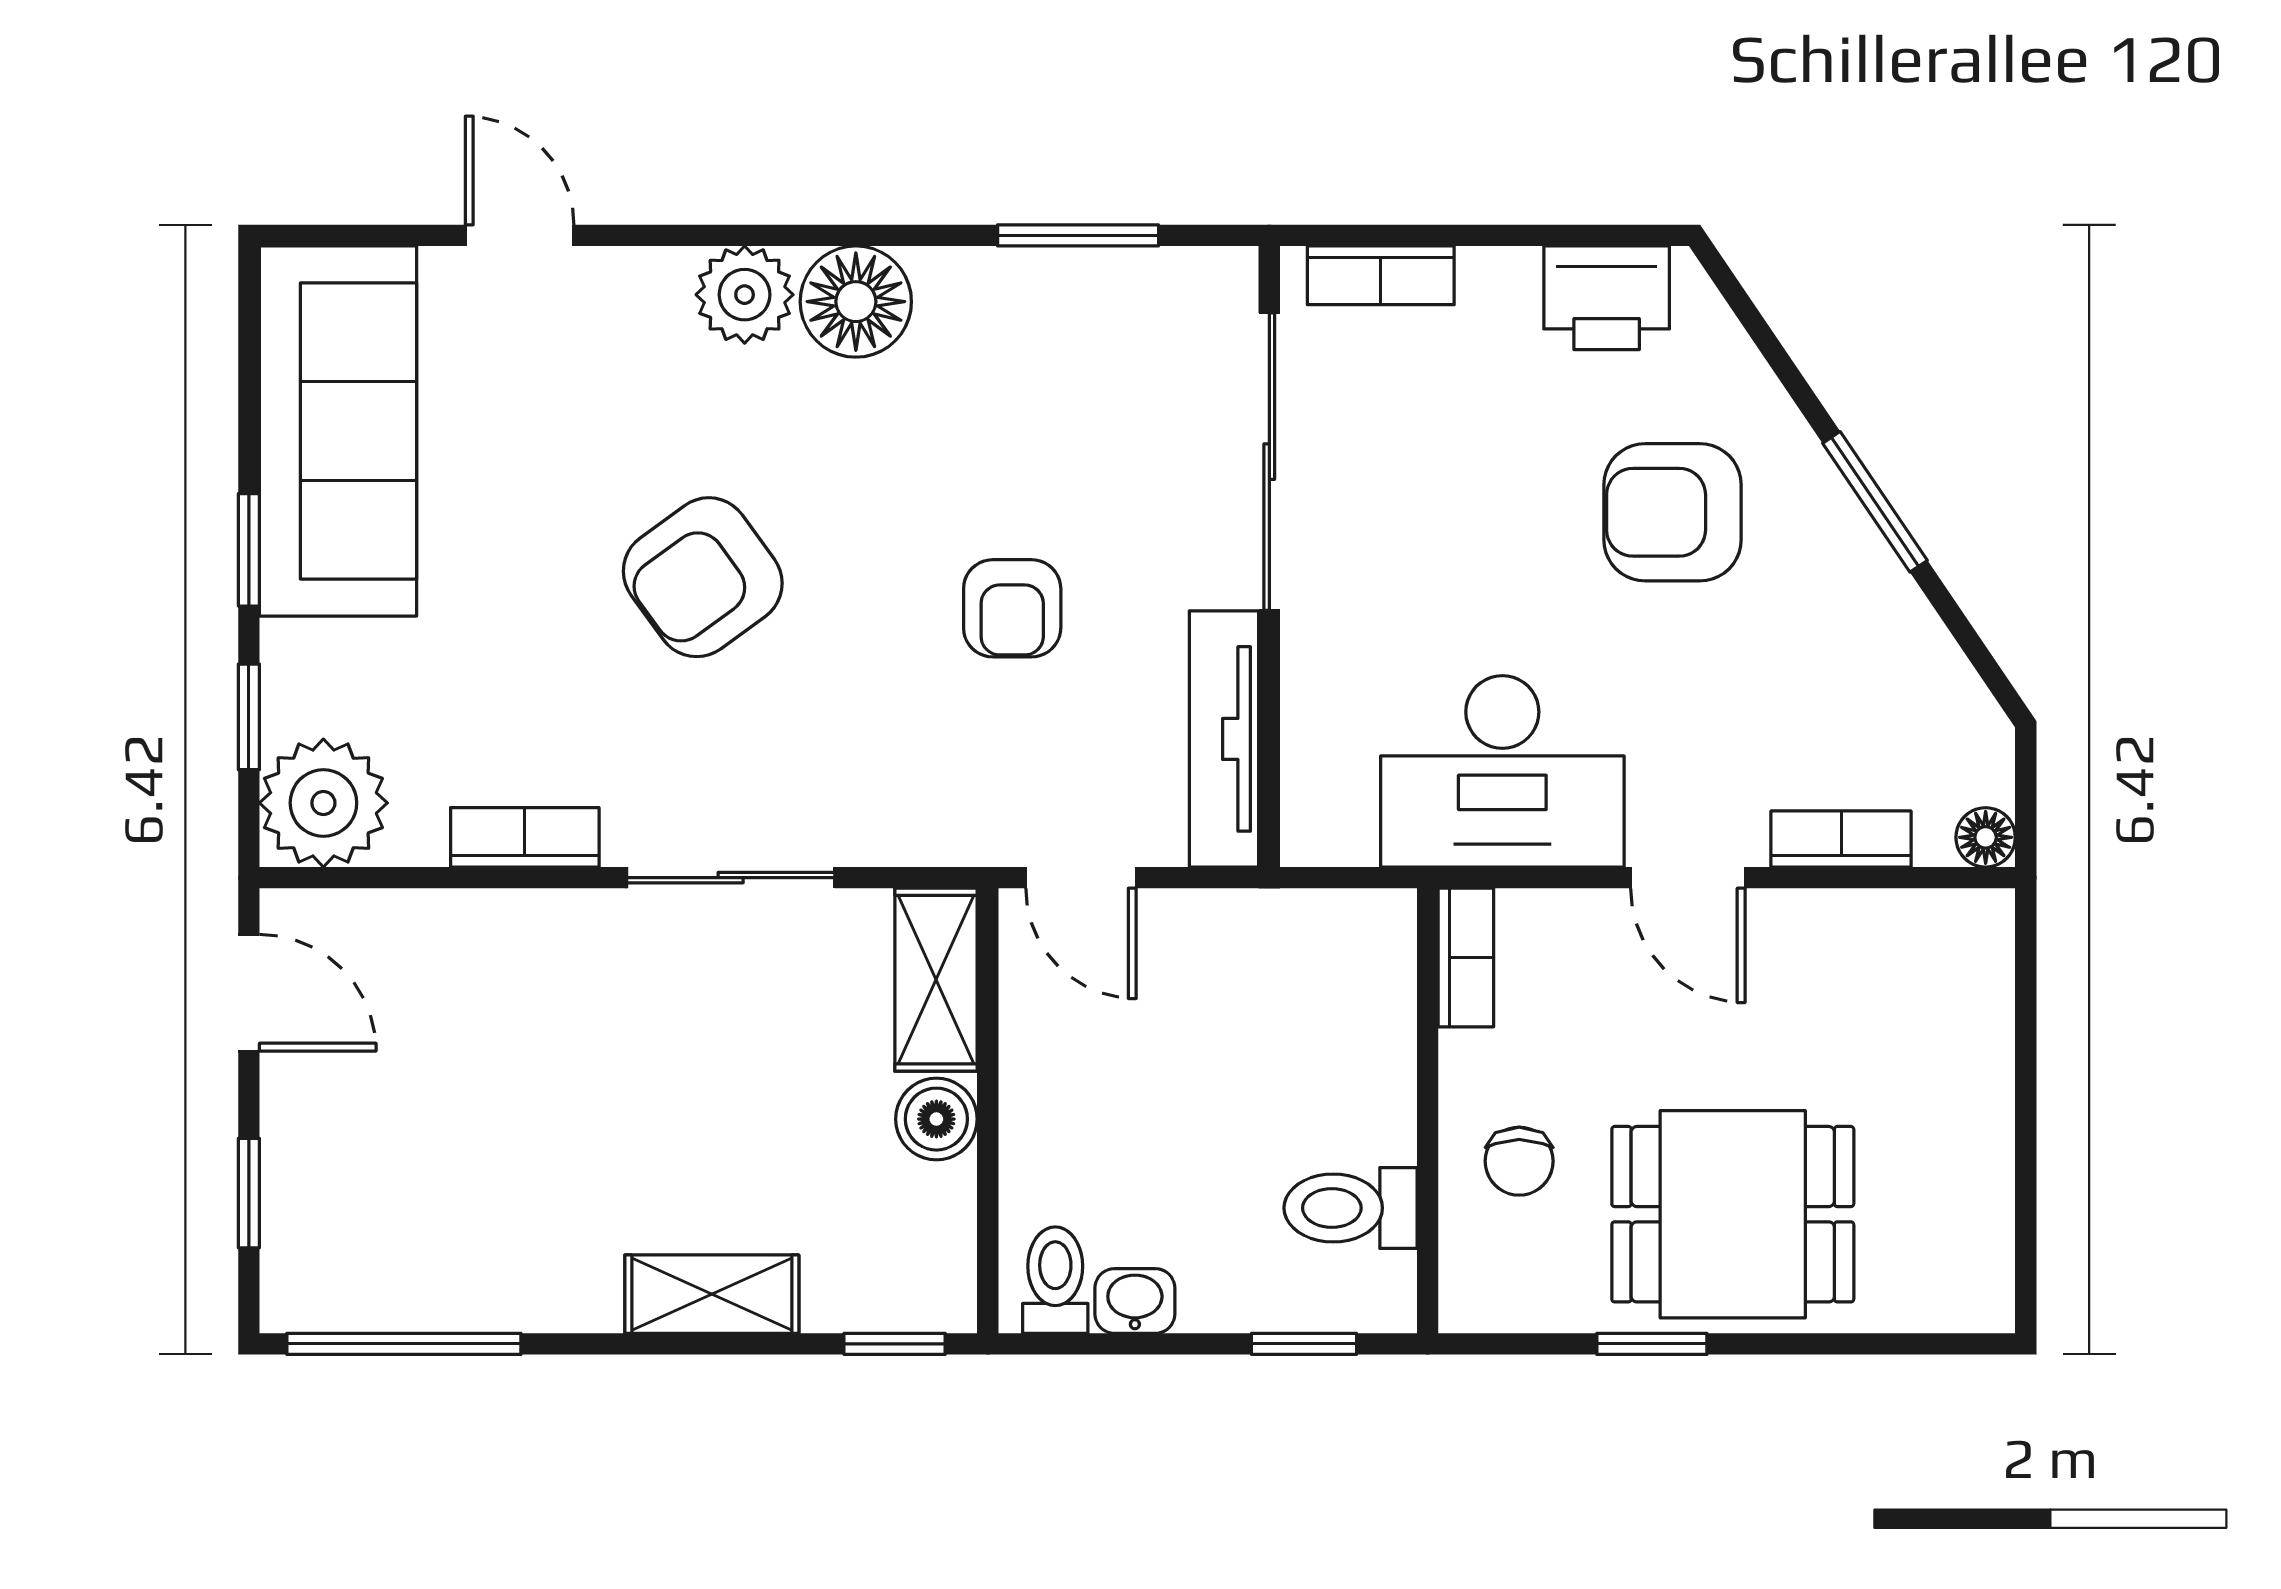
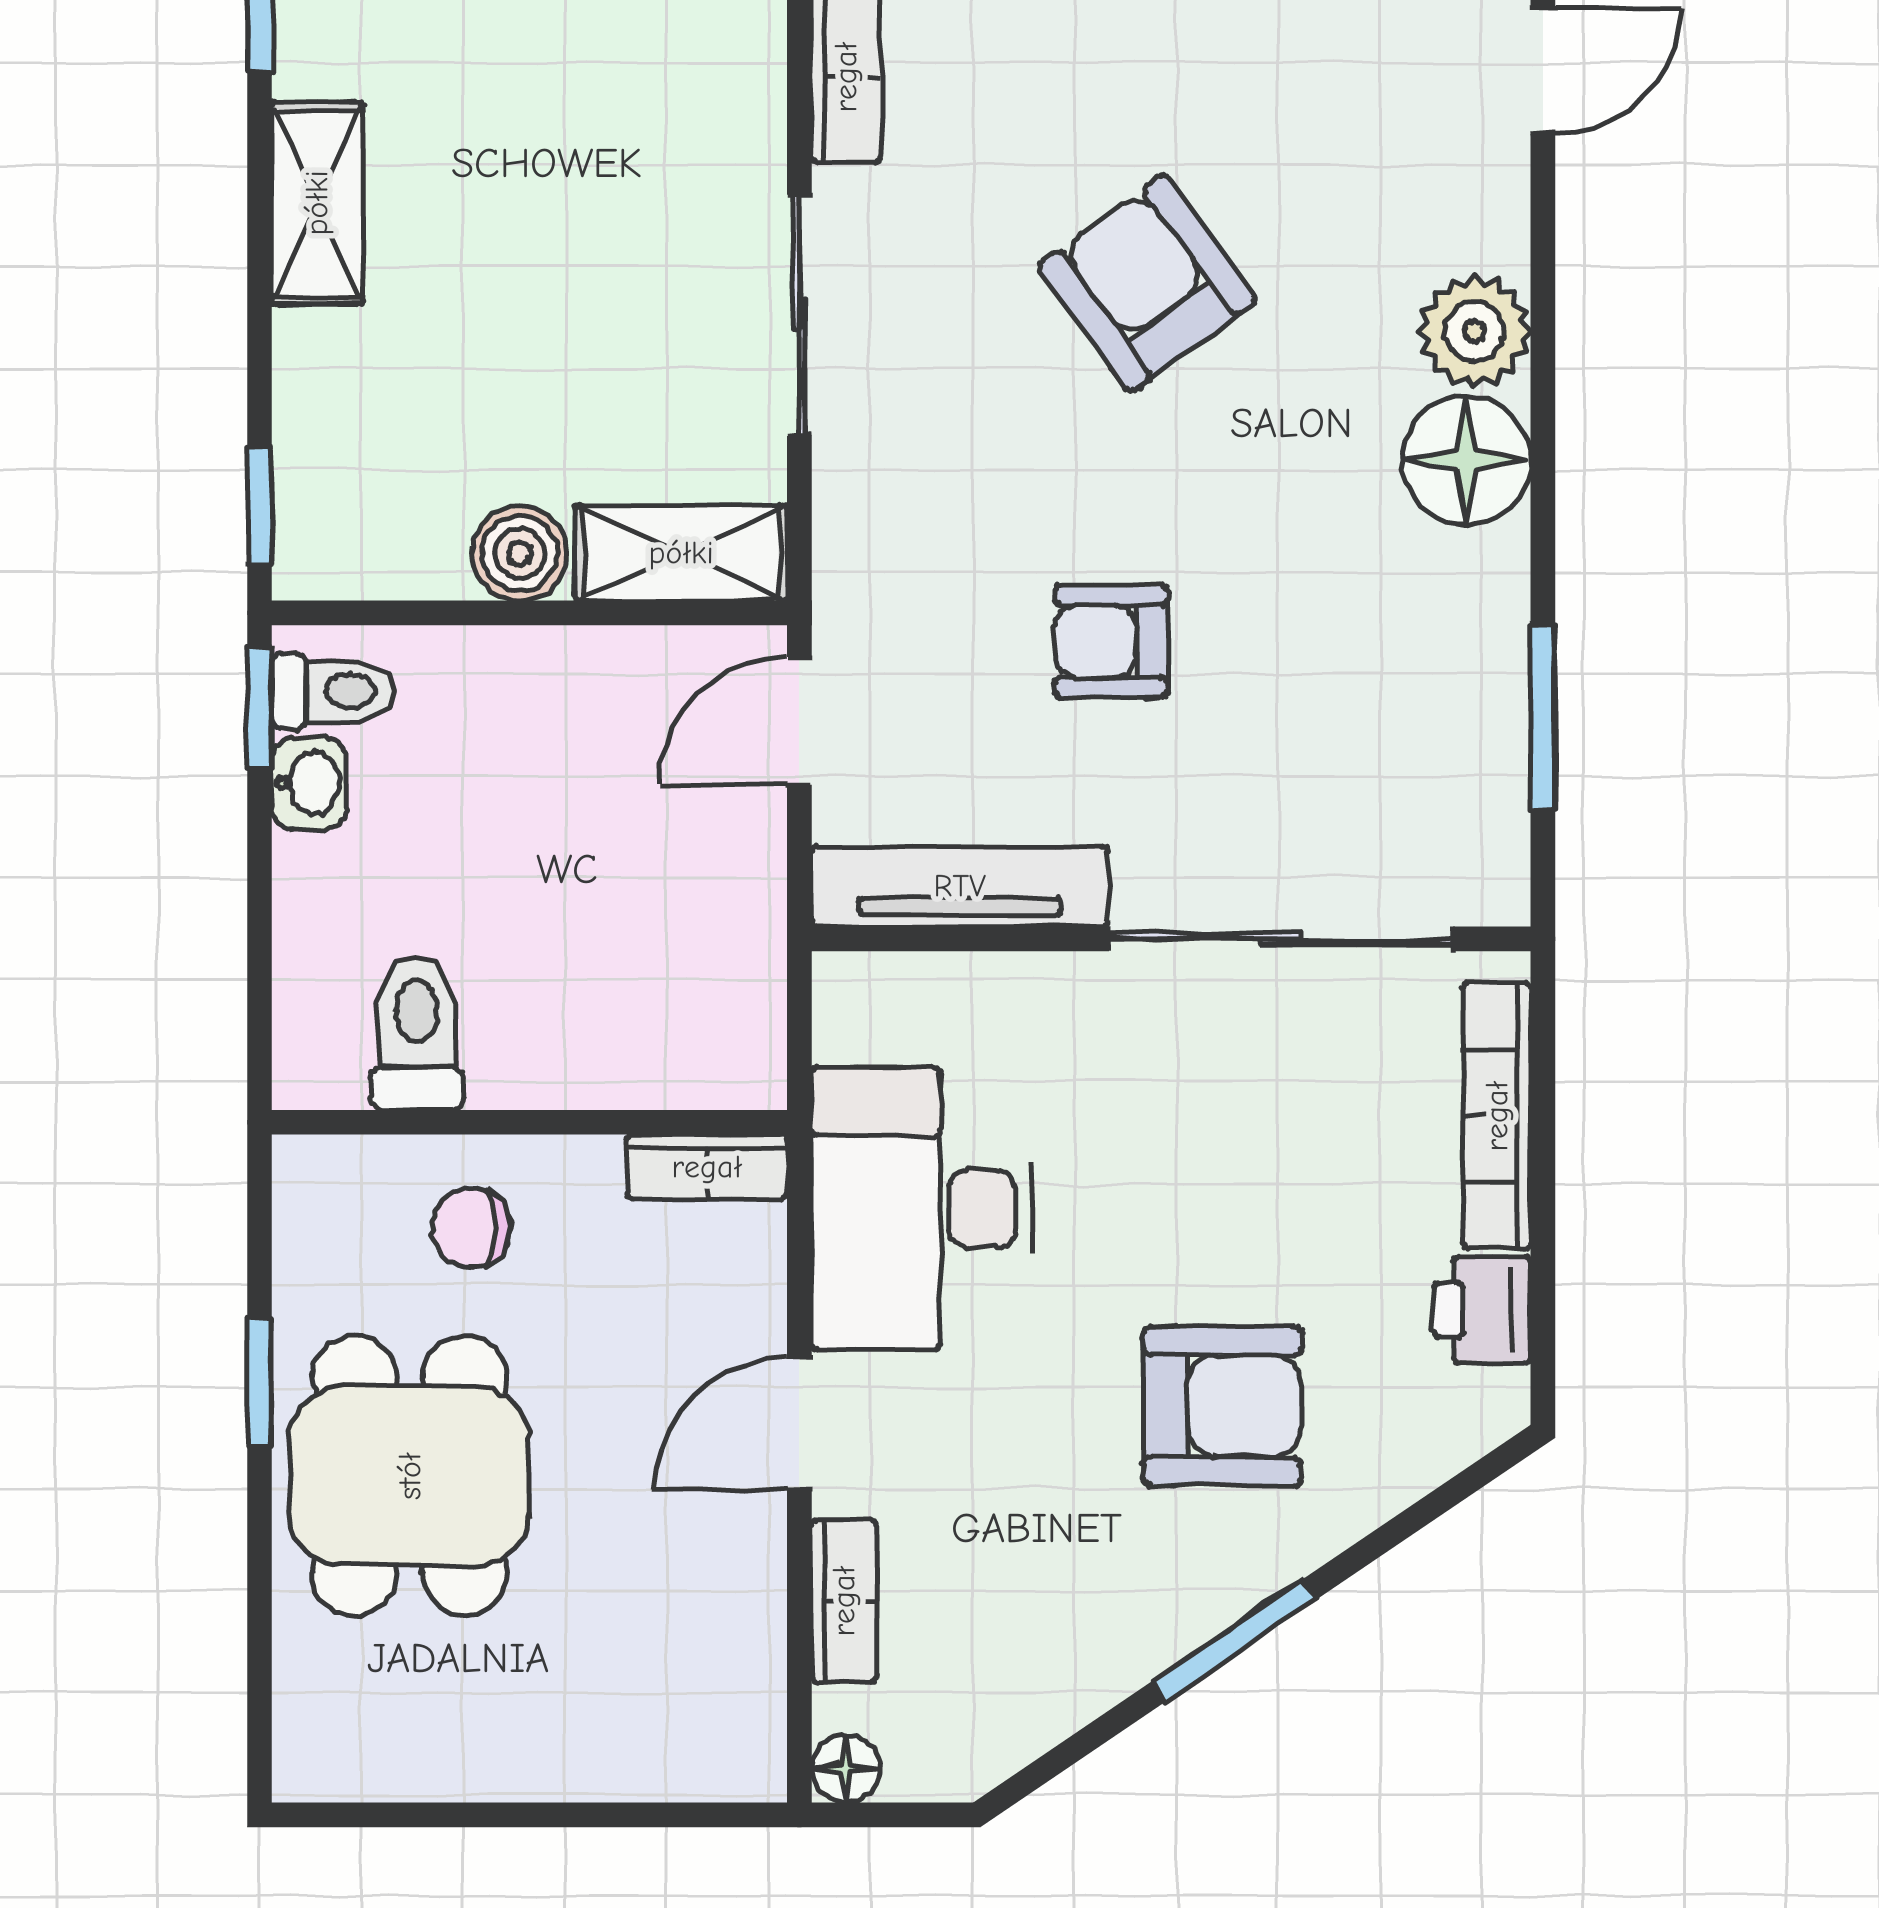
bookcase: (1381, 275) -> (1497, 1116), width x1.56
printer: (1607, 298) -> (1482, 1310), width x0.73, depth x0.81
armchair: (1673, 512) -> (1222, 1406), turned 90
shelving: (712, 1294) -> (317, 203), moved
window: (1304, 1344) -> (259, 708), moved

